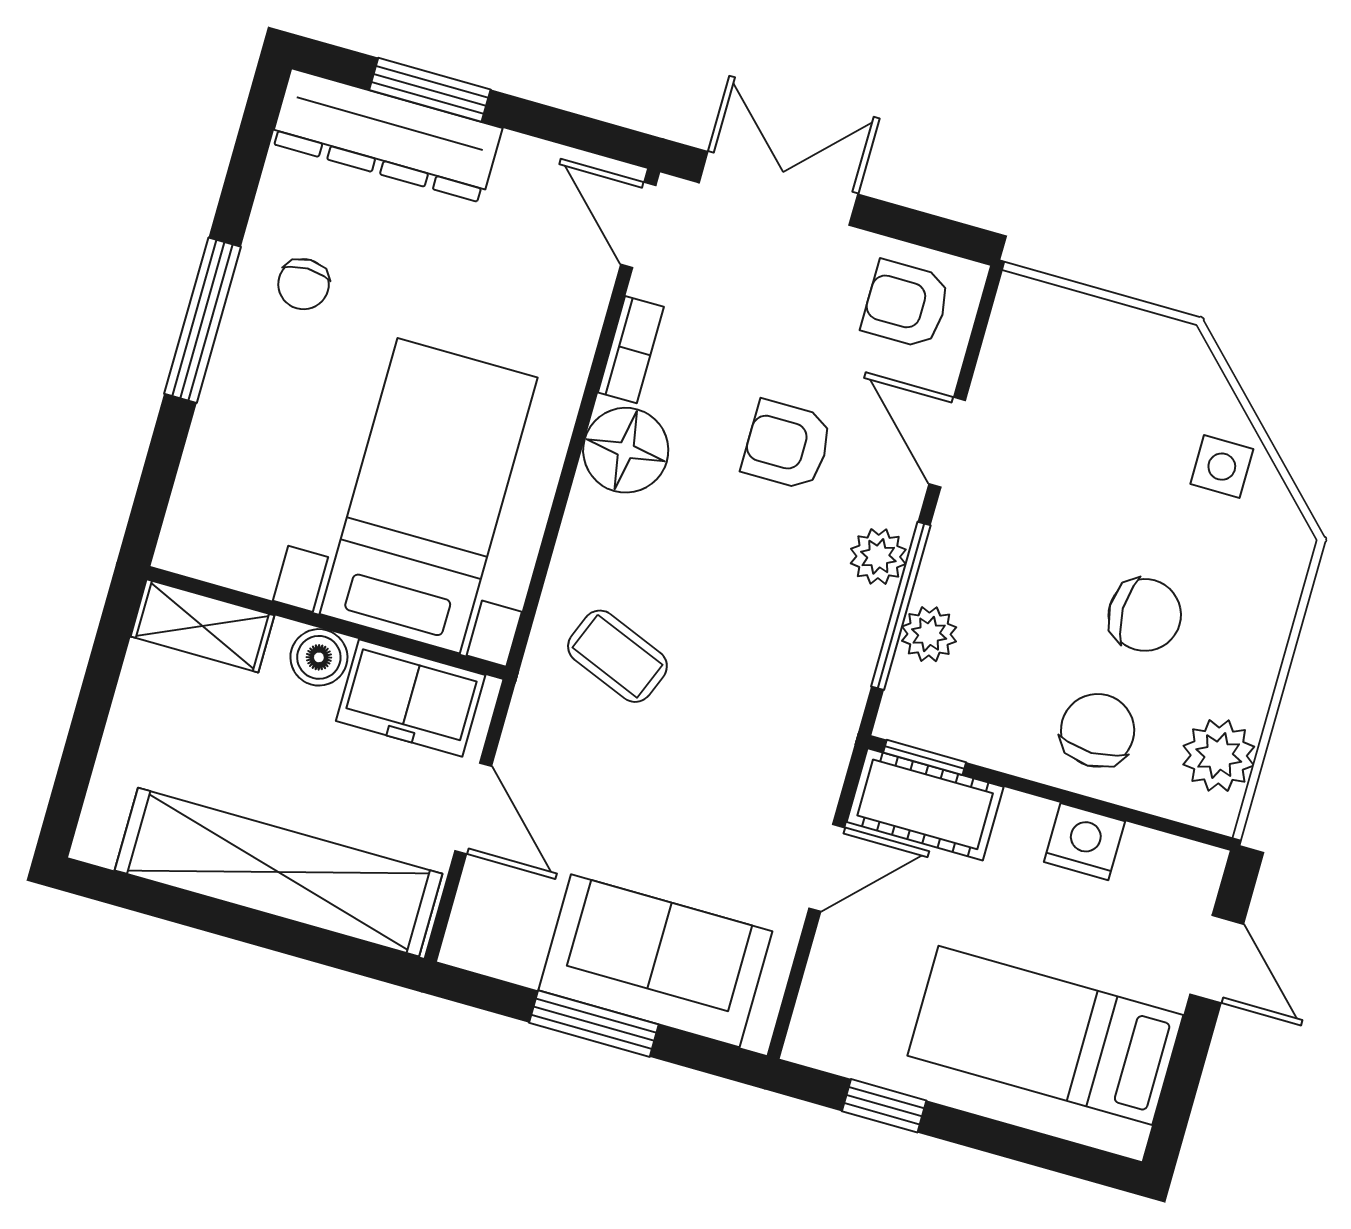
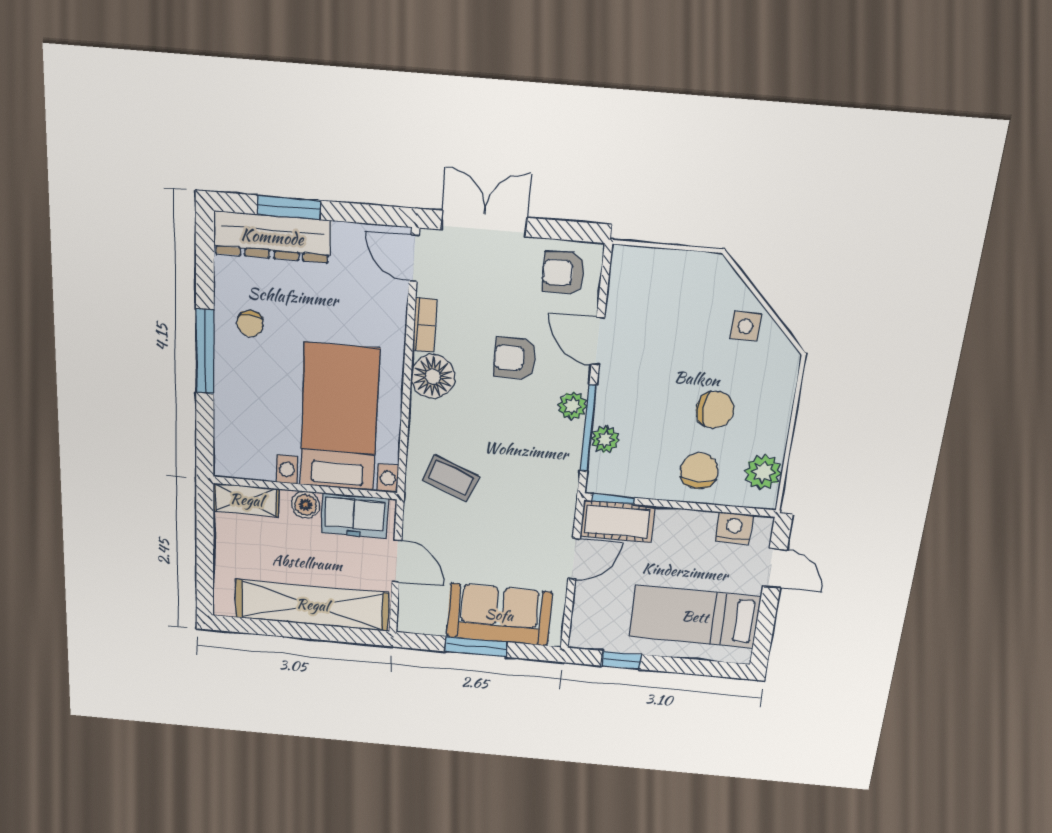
nightstand: (1084, 842) -> (734, 528), moved

